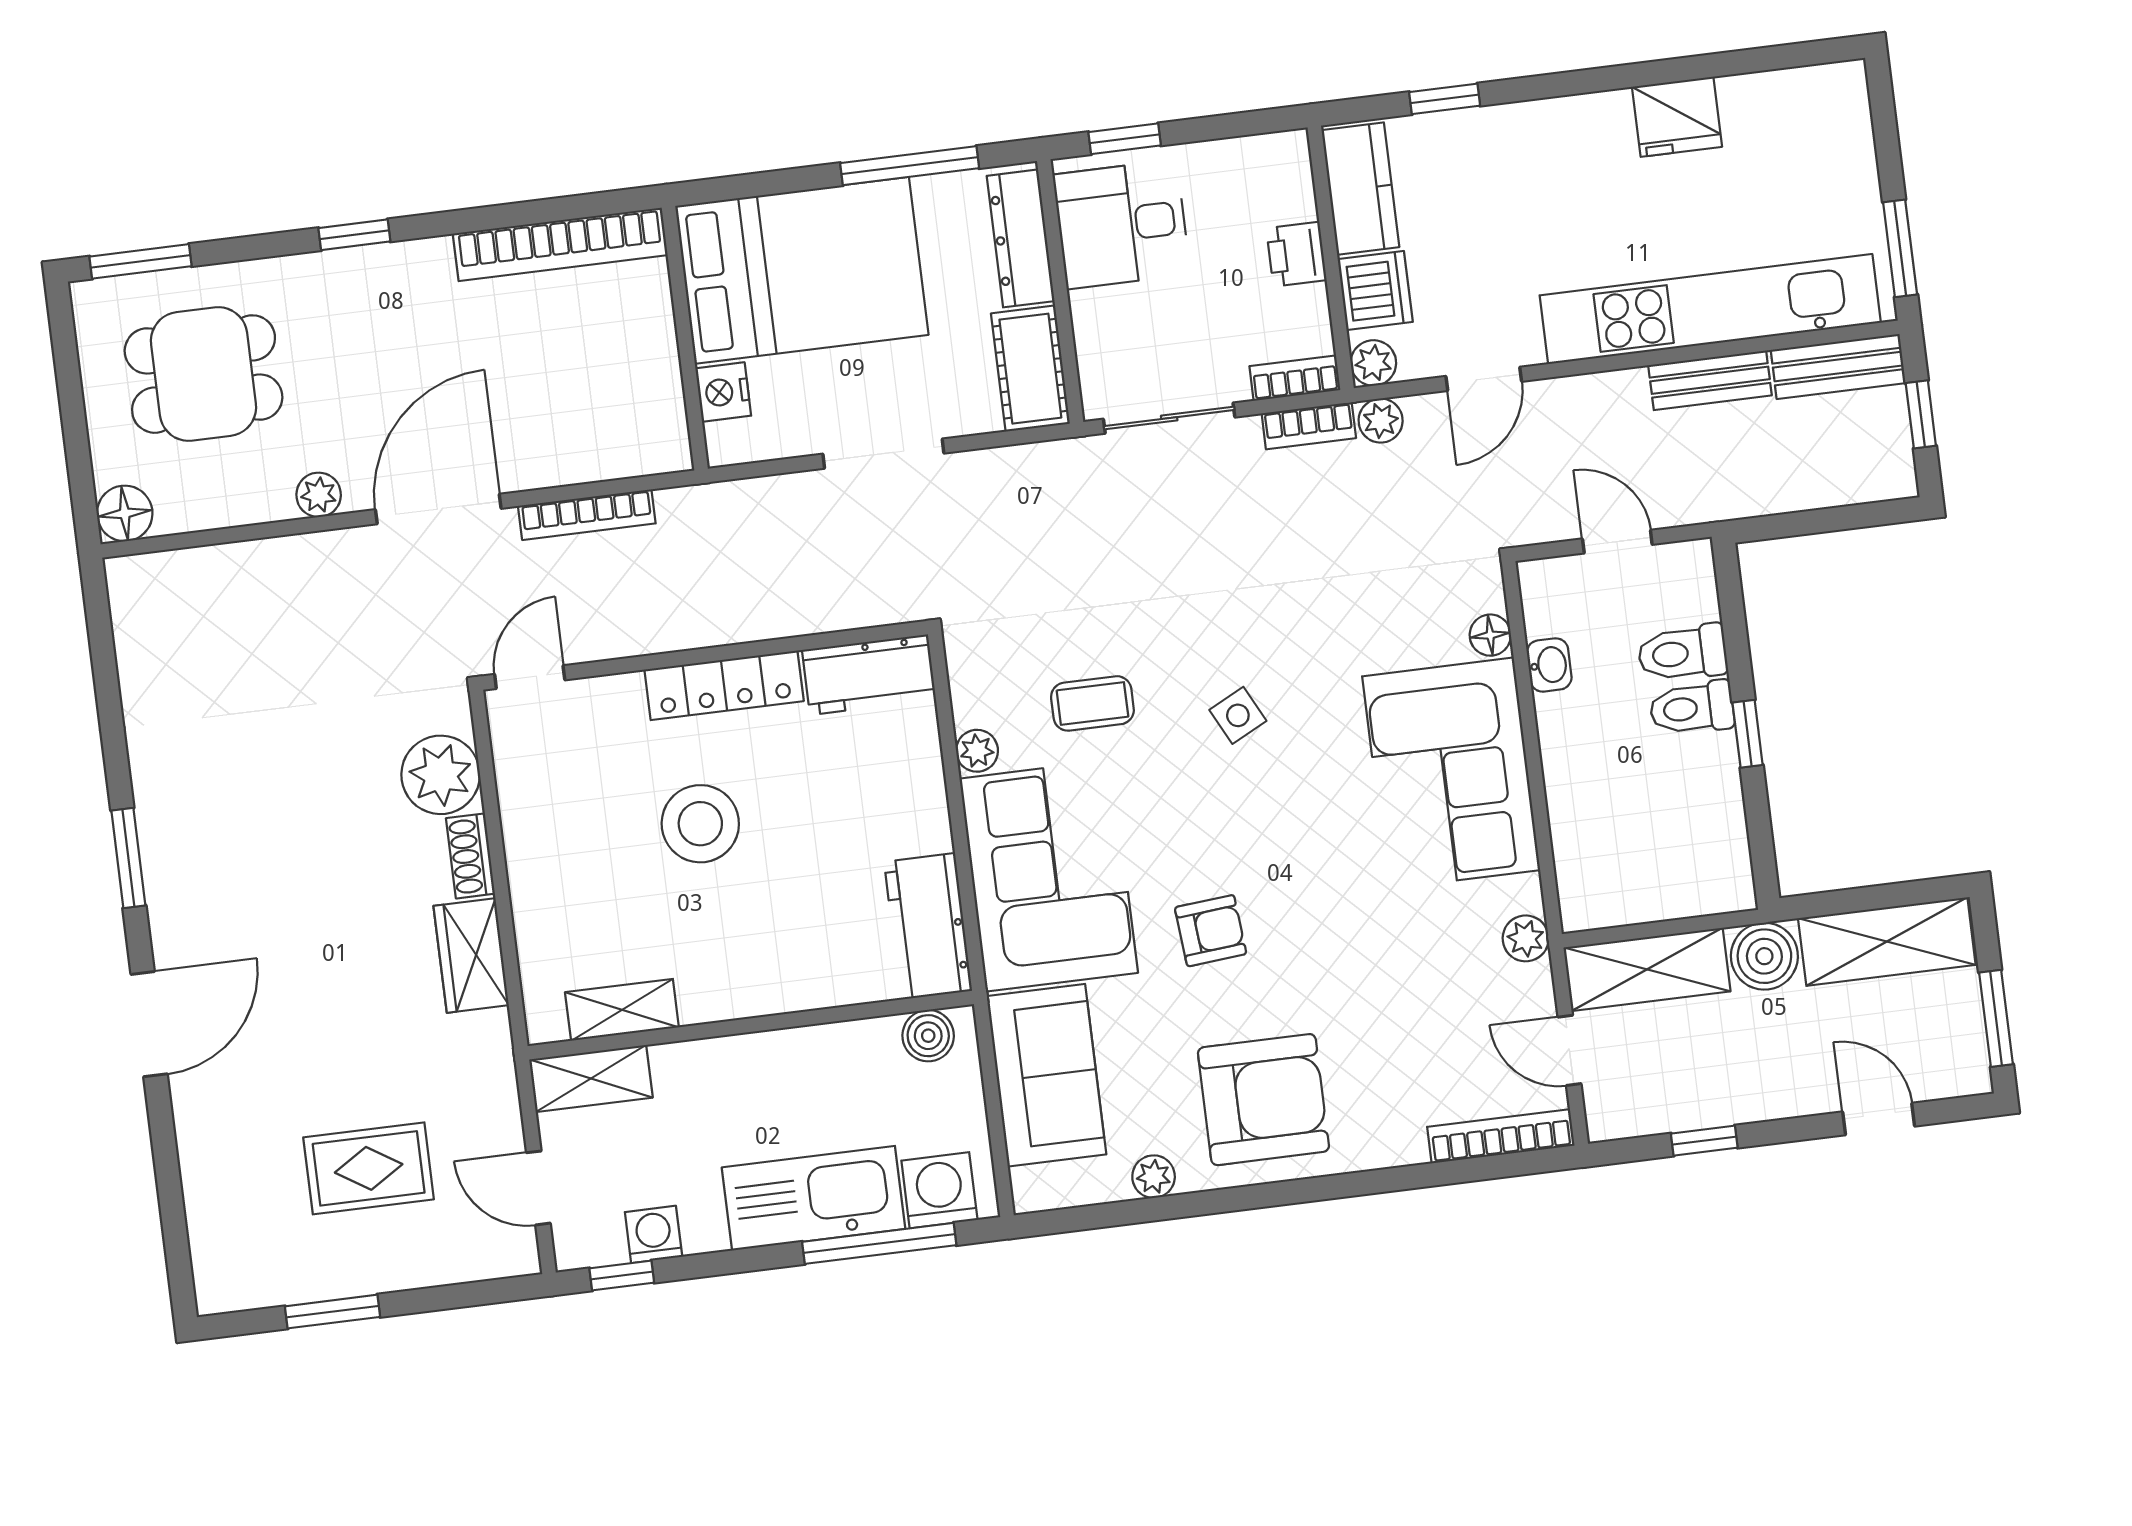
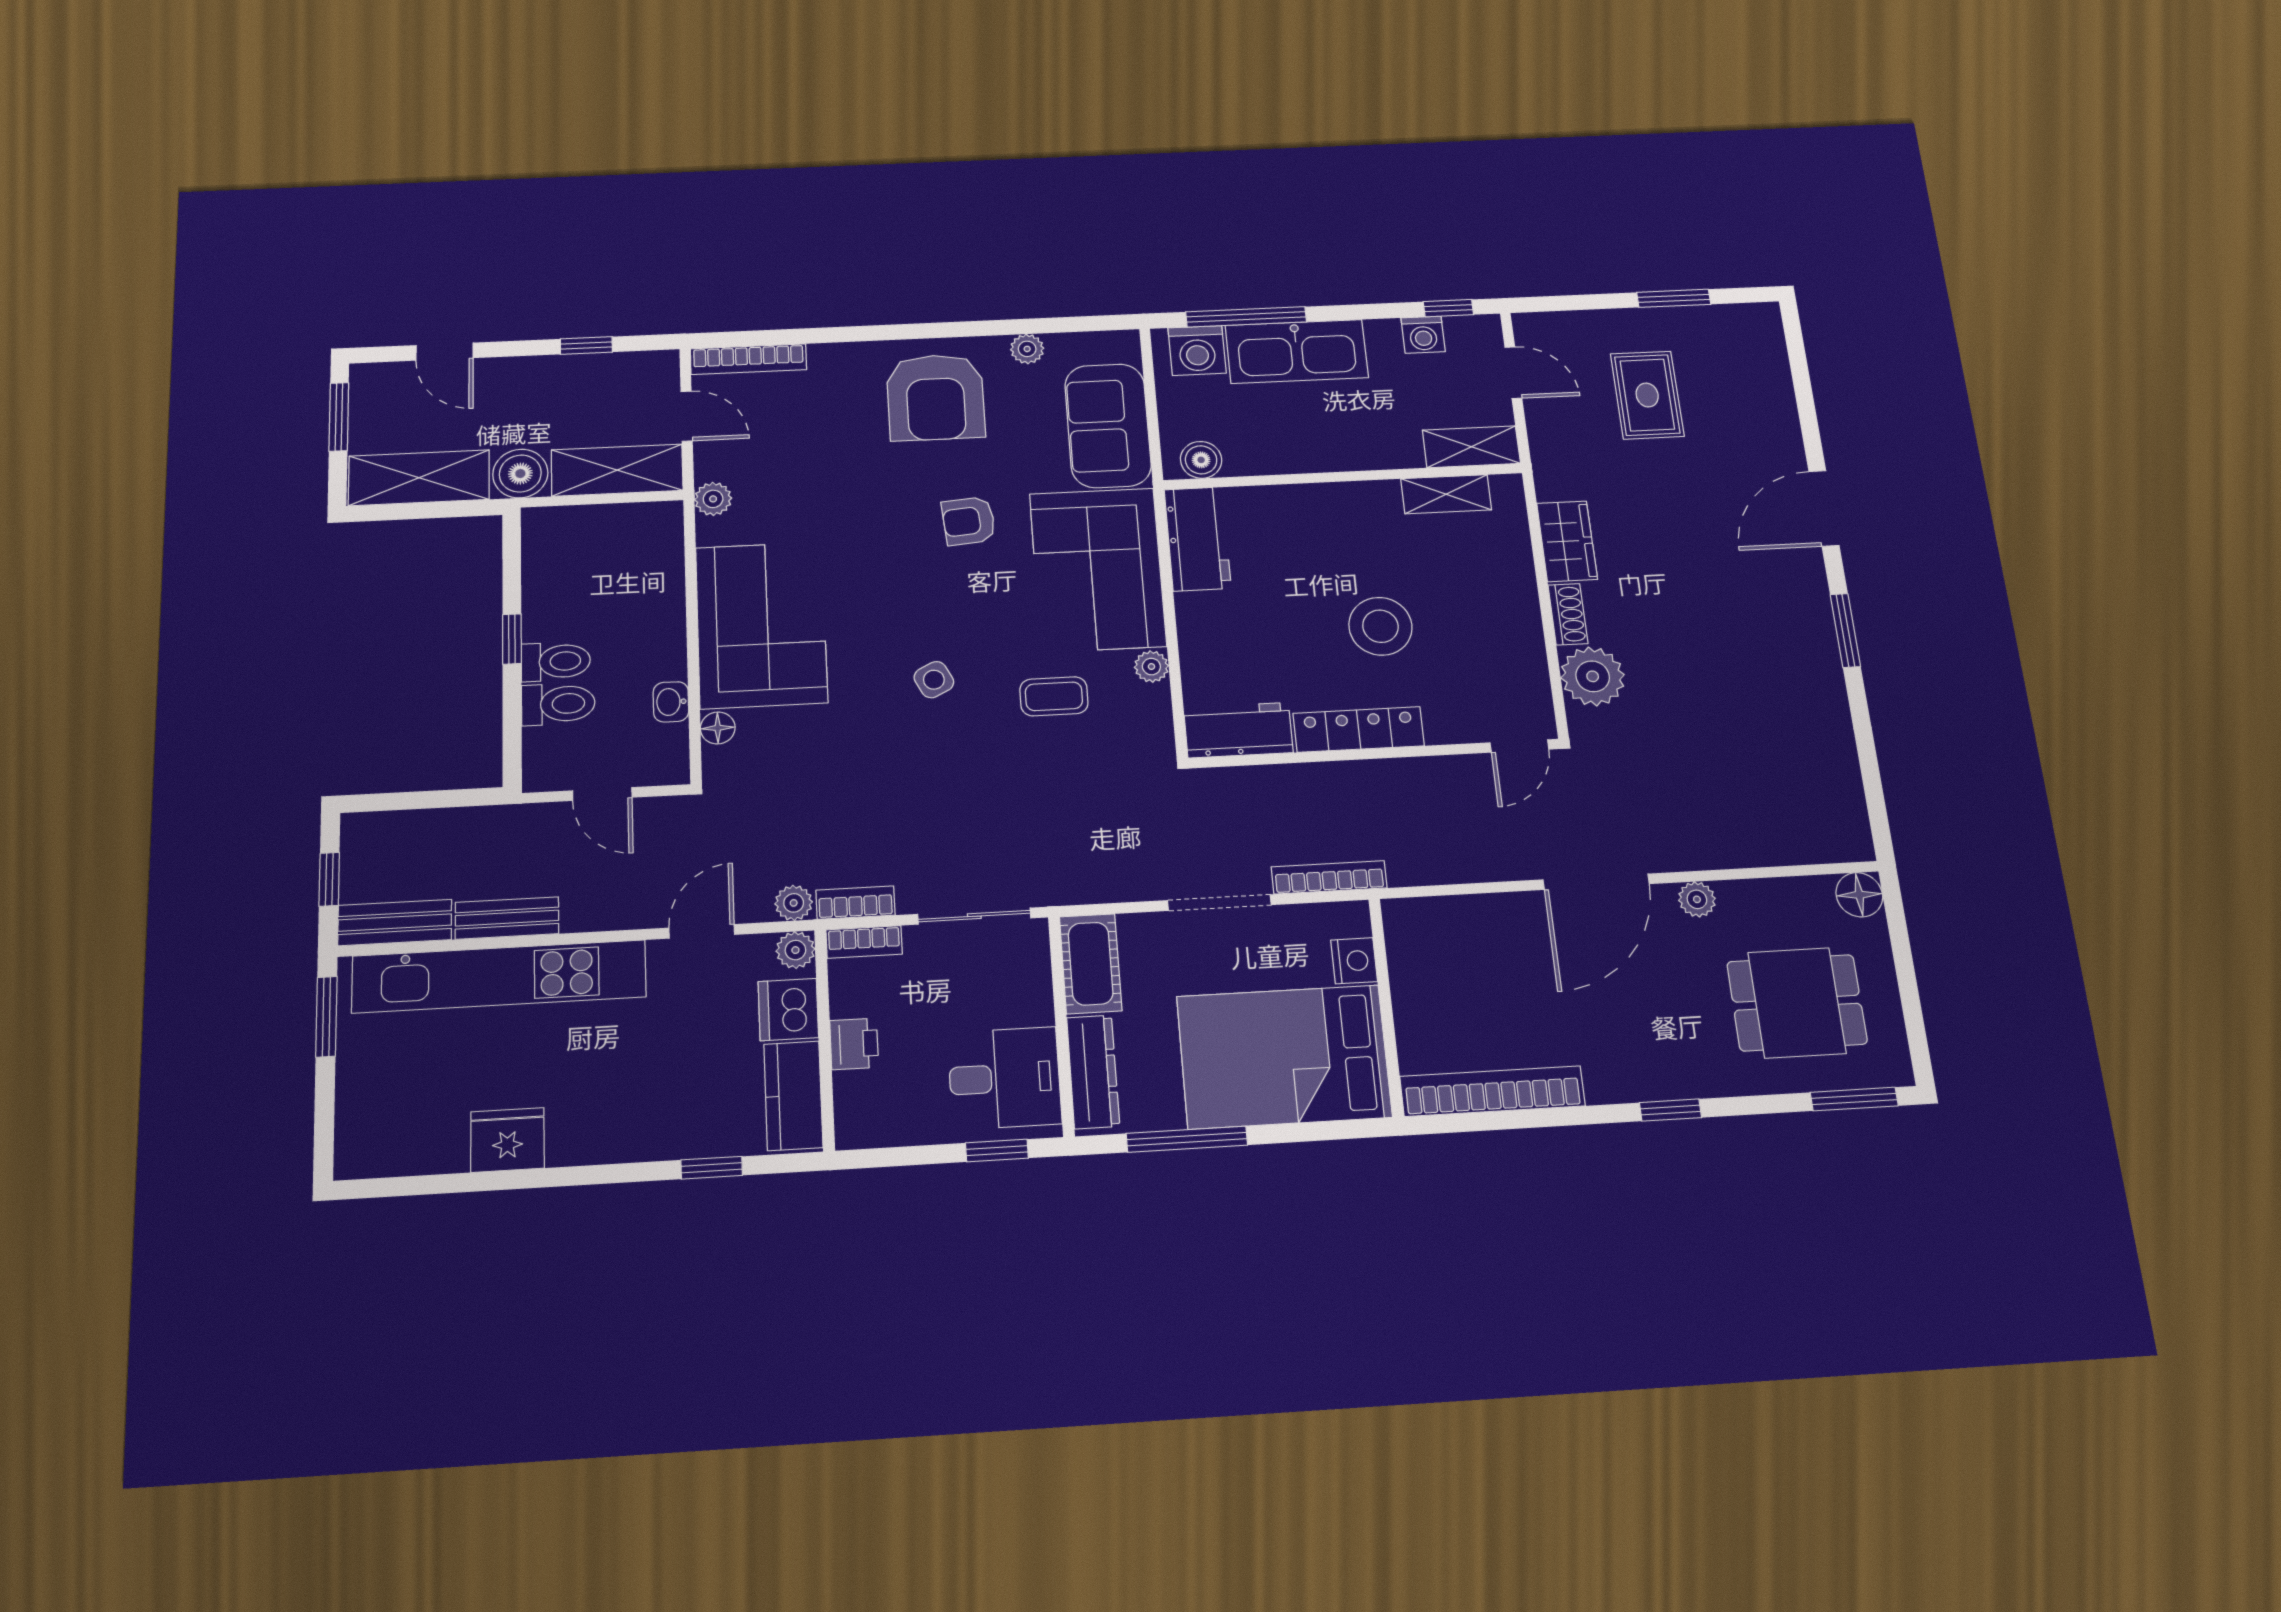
bookcase: (587, 515) -> (1329, 877), moved
armchair: (1263, 1100) -> (936, 397), turned -90
rug: (369, 1168) -> (1647, 395), turned 90

